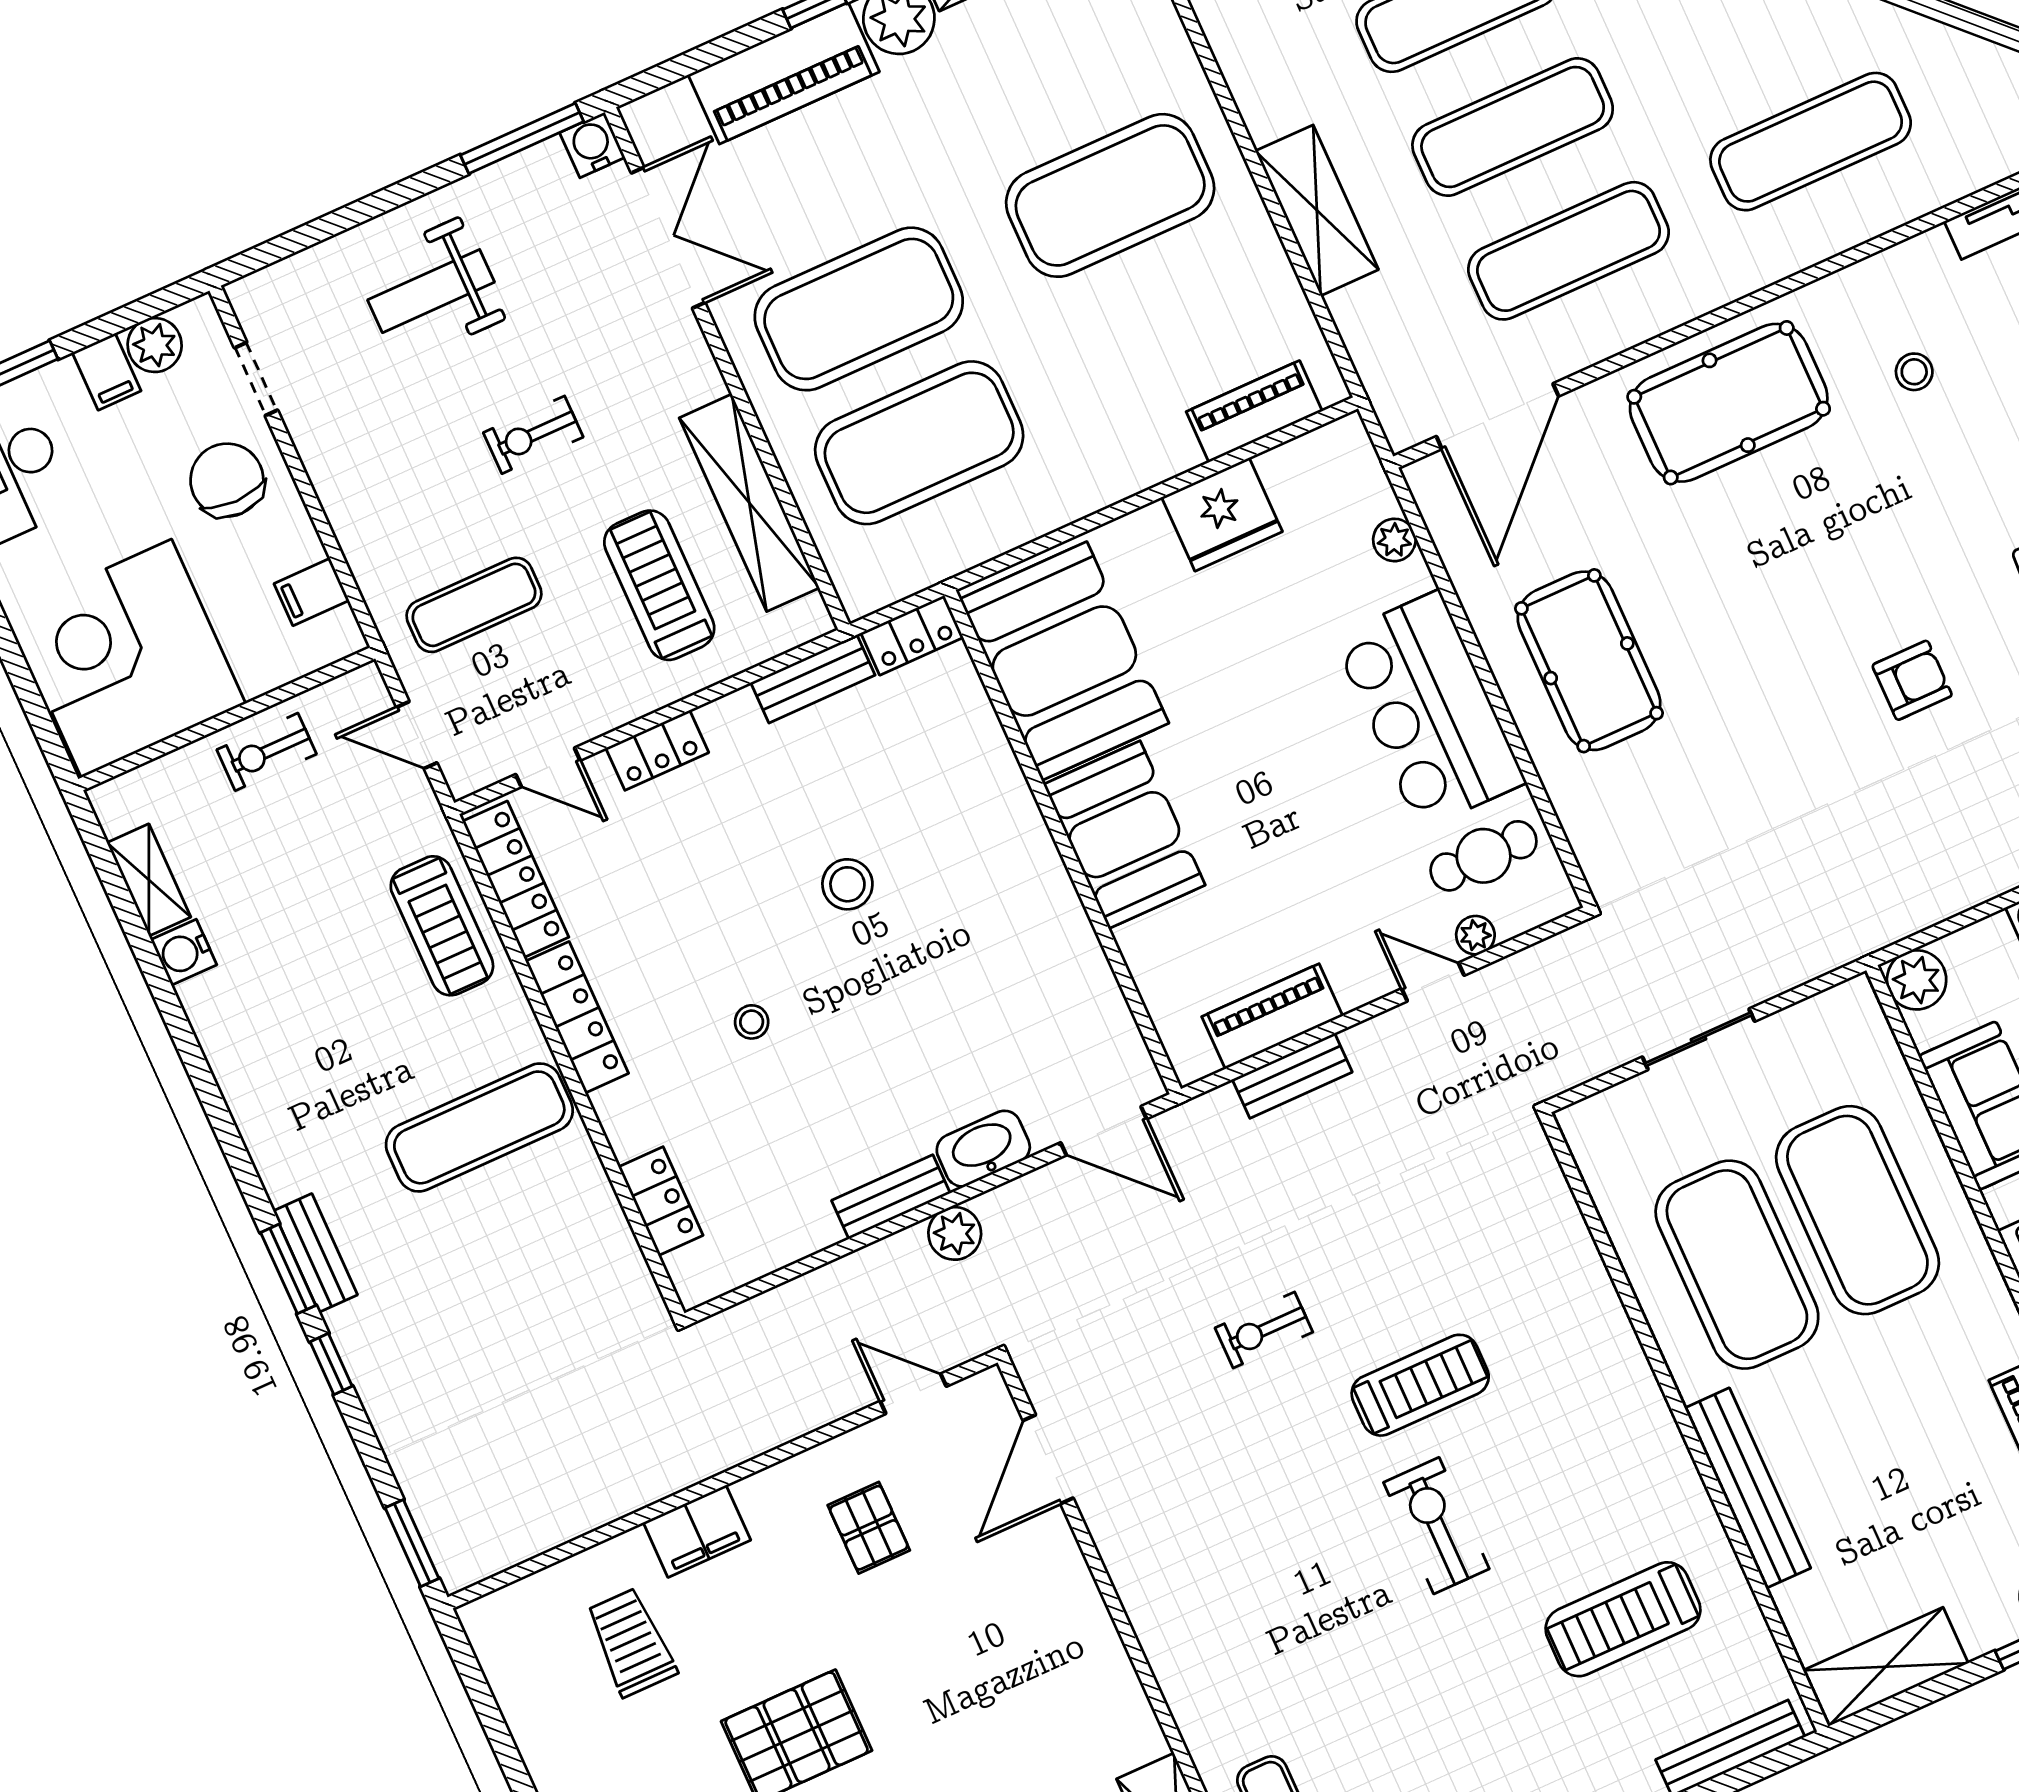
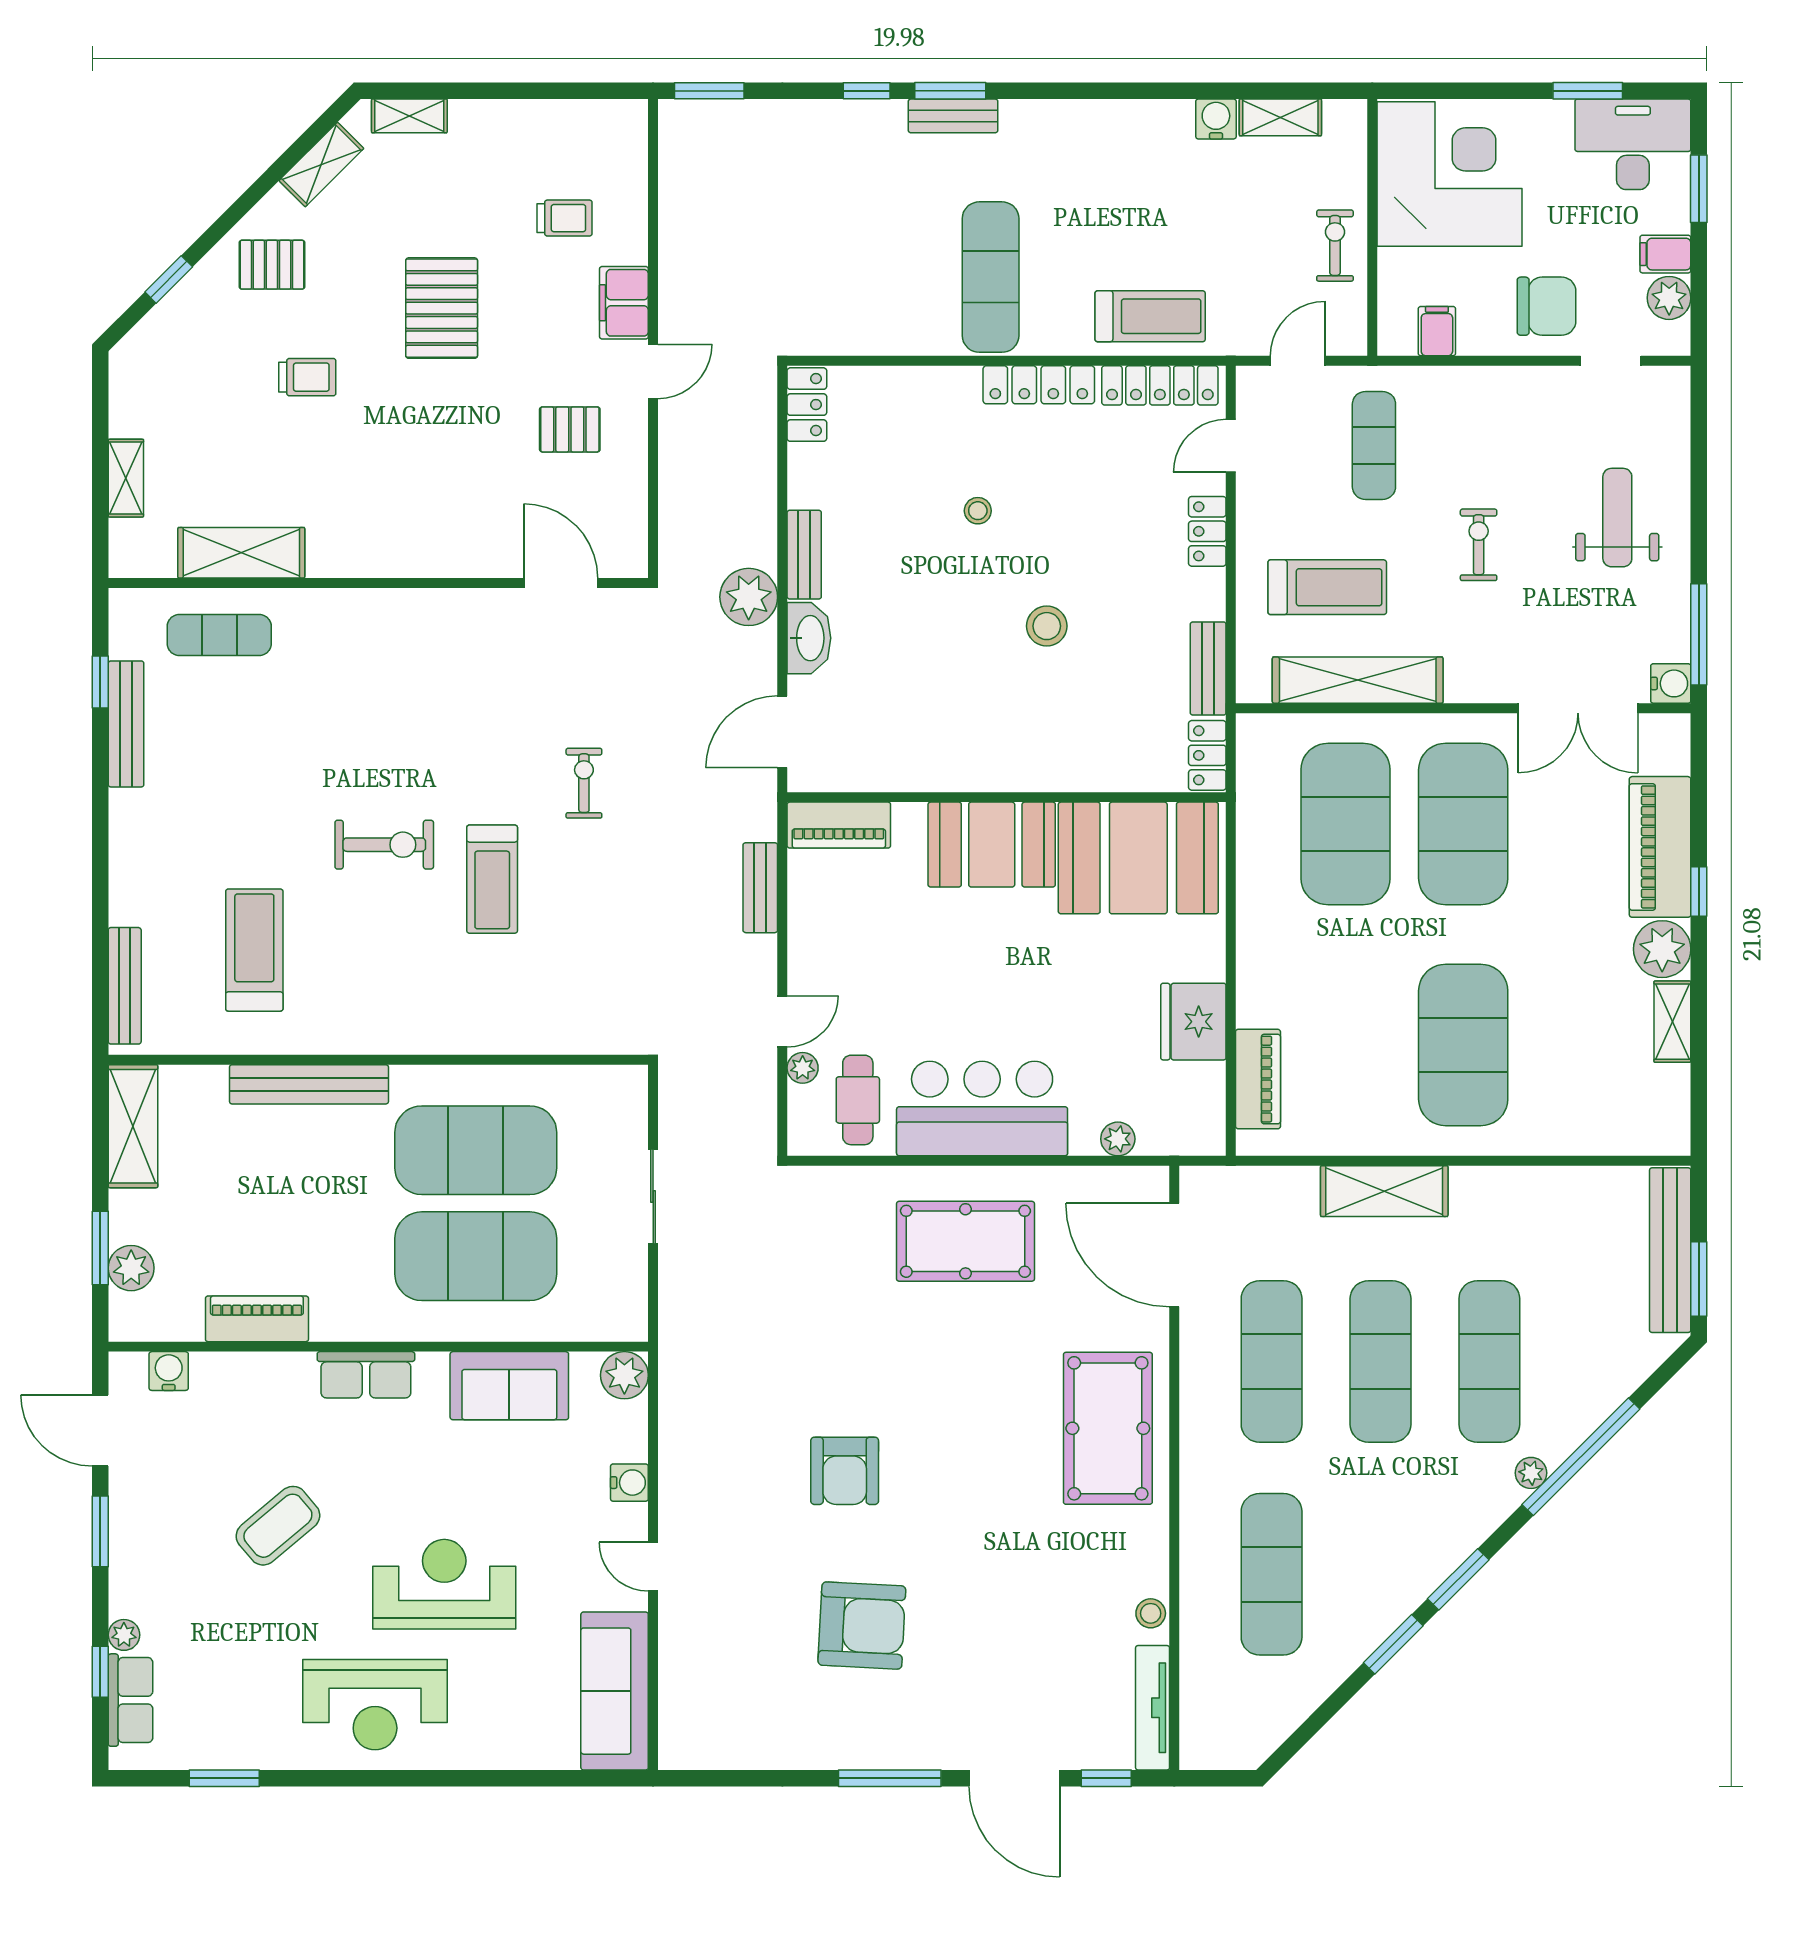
stool: (1914, 372) -> (1151, 1613), moved
armchair: (1912, 680) -> (845, 1471), width x1.38, depth x1.38
treadmill: (442, 926) -> (1150, 316), turned 180
piano: (1272, 1016) -> (839, 825), moved, turned 90
locker: (661, 1201) -> (807, 405), moved, turned -90
plant: (955, 1233) -> (749, 597), width x1.36, depth x1.36
door: (913, 1394) -> (653, 371), moved
trolley: (631, 1642) -> (565, 218), width x0.73, depth x0.72

